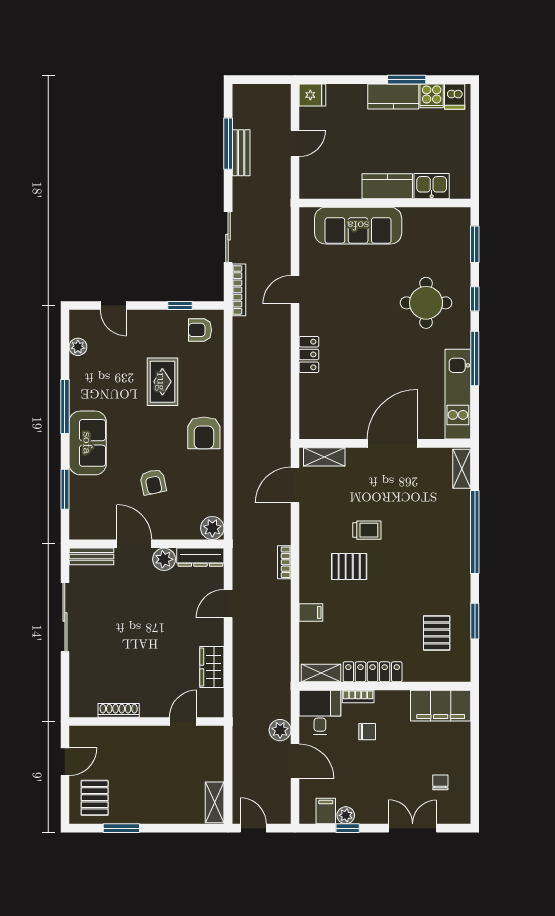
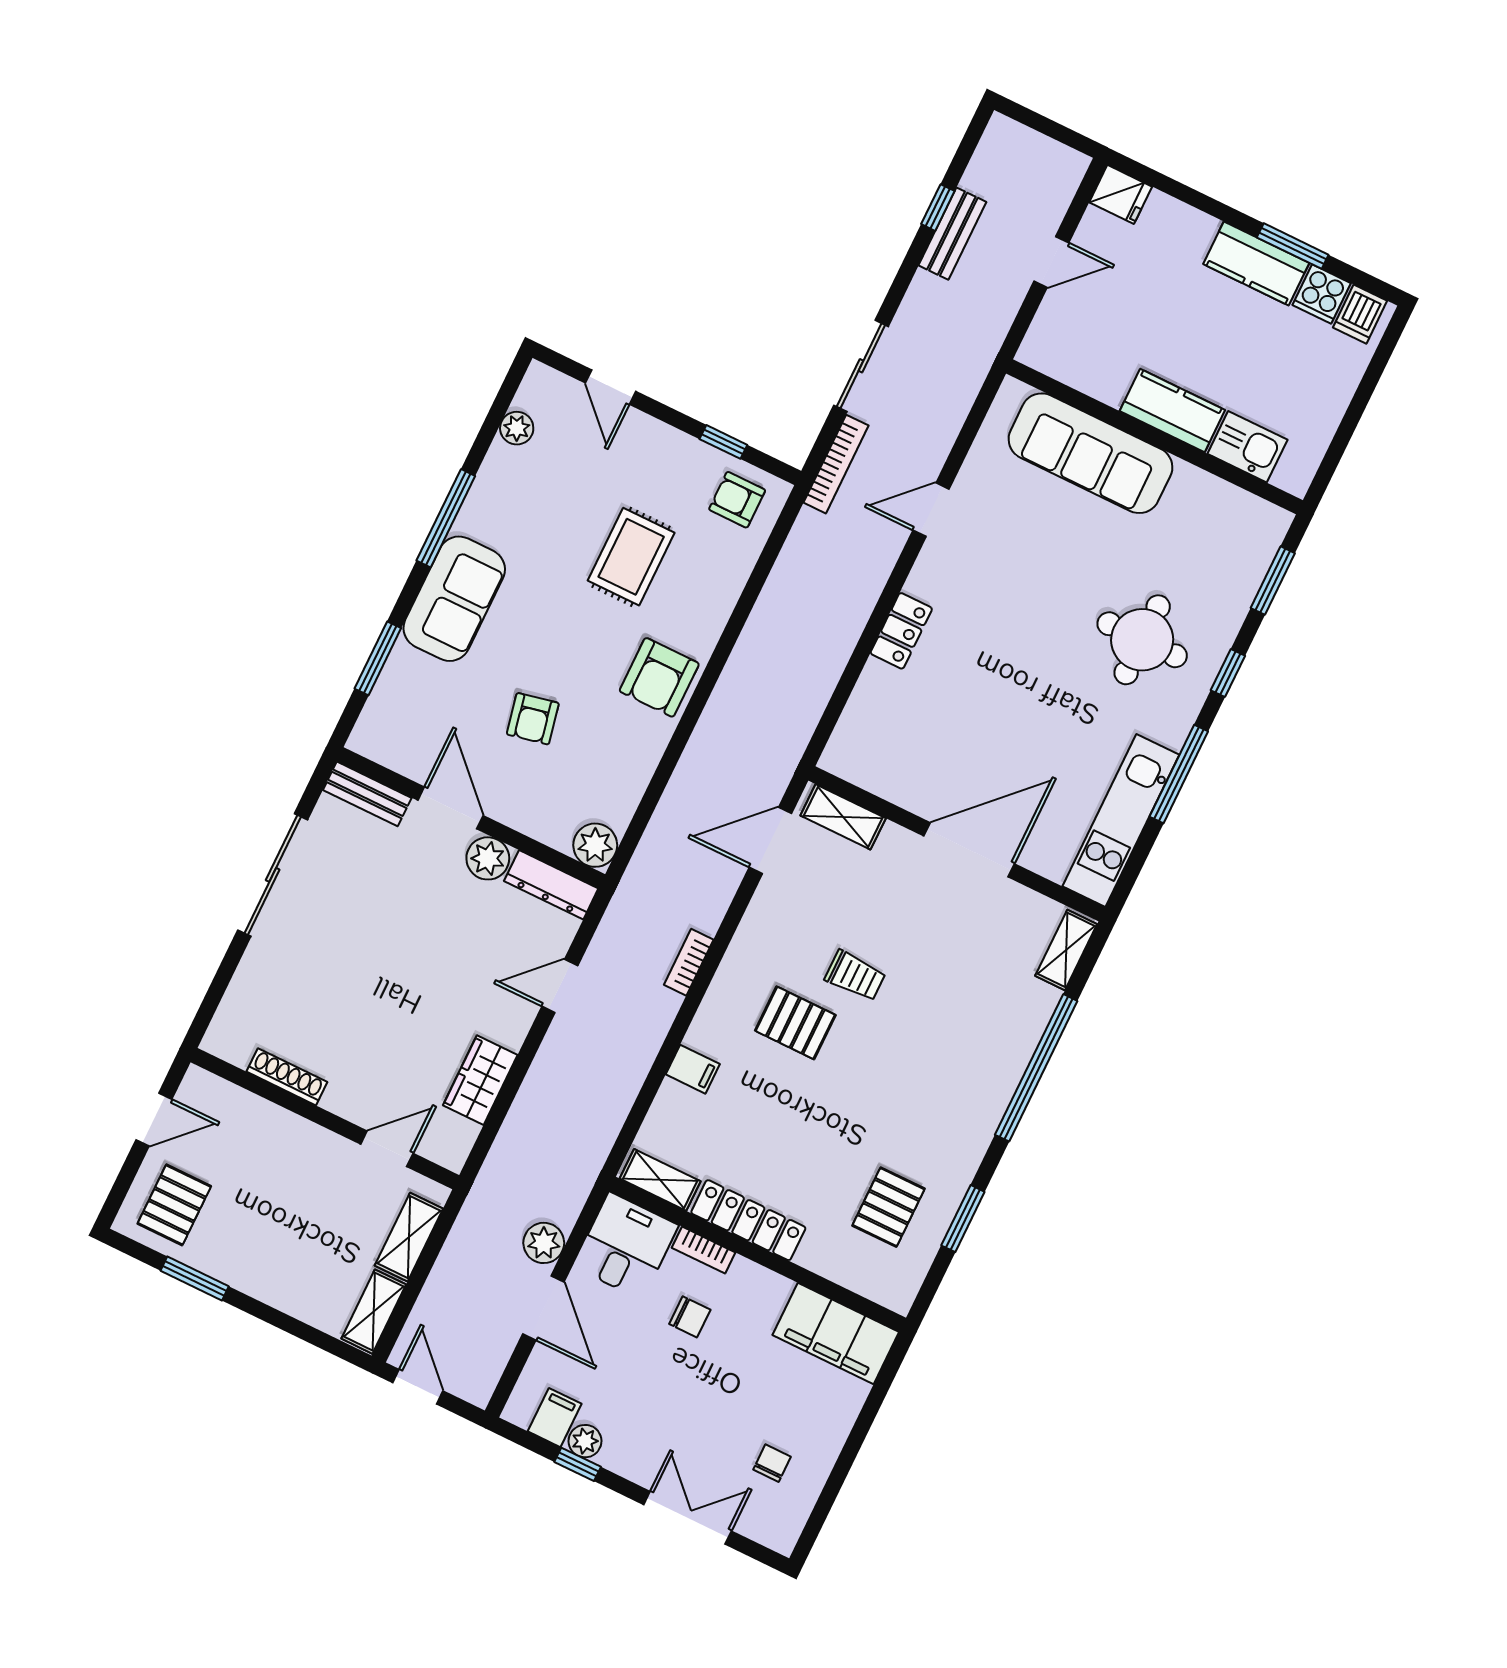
window: (228, 144) -> (938, 208), width x0.46
shelving: (214, 759) -> (409, 1237), added

